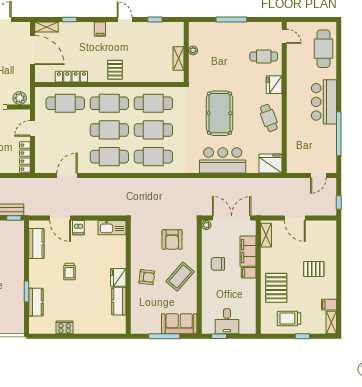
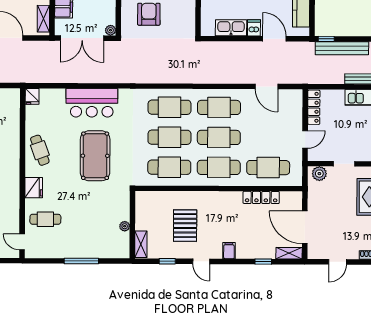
shelving: (178, 58) -> (141, 244), moved
pallet: (115, 70) -> (185, 226), moved, width x1.50, depth x1.42
fridge: (271, 164) -> (32, 96), width x0.53, depth x0.75
door: (67, 175) -> (267, 86), hinge flipped
kitchen sink: (112, 228) -> (231, 28), moved

